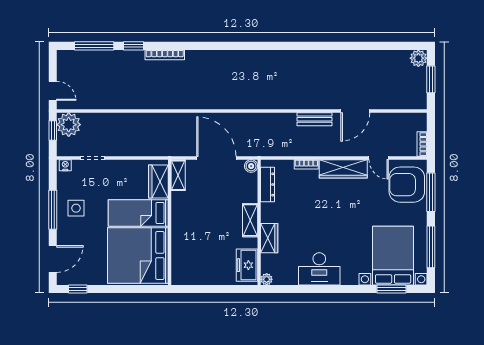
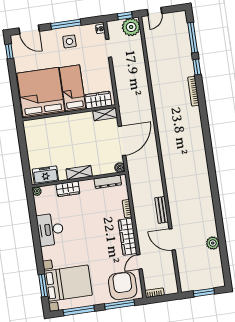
plant: (418, 58) -> (213, 243), moved

